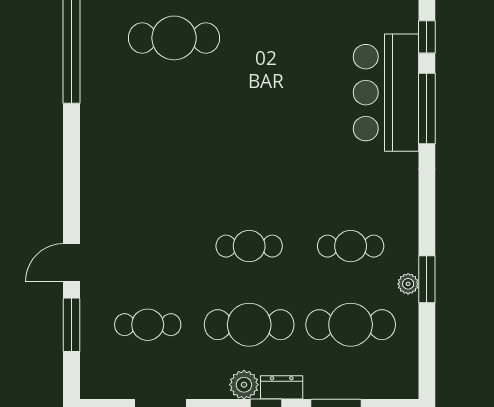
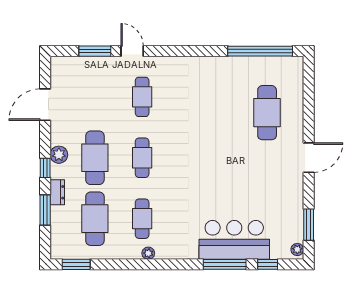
window: (427, 279) -> (76, 264), moved
plant: (408, 284) -> (148, 253), moved
cafe table: (148, 325) -> (142, 97), moved
dresser: (282, 387) -> (57, 192), moved

